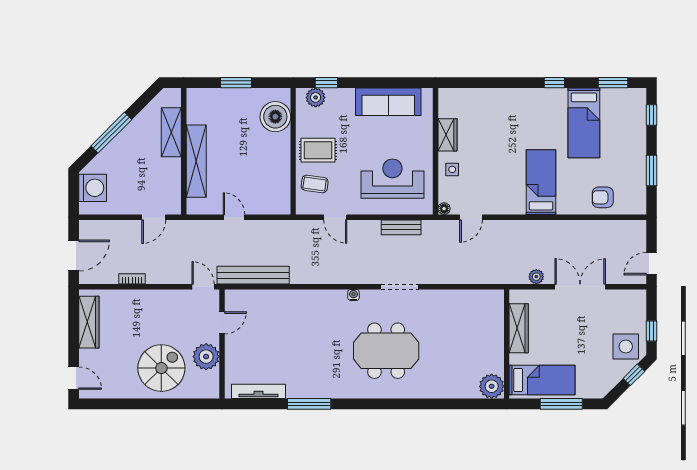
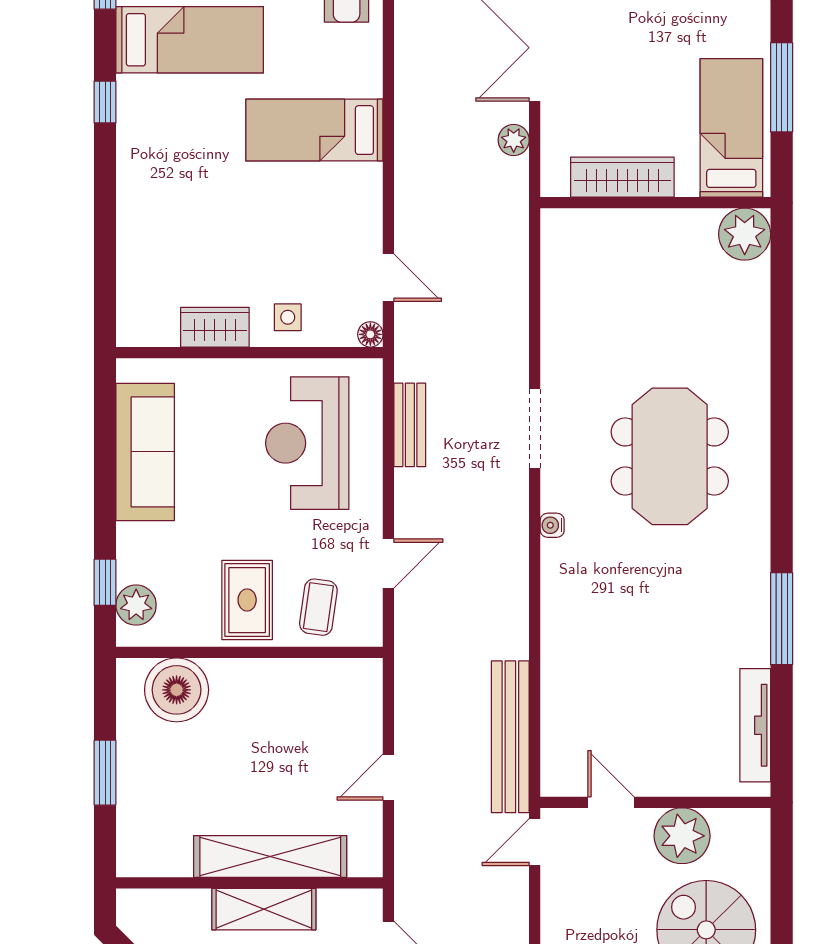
shelving: (171, 132) -> (264, 909), moved

